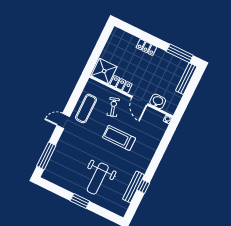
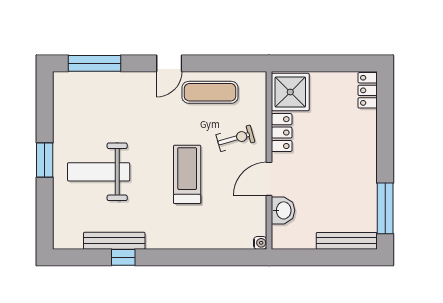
locker: (146, 47) -> (368, 90), moved
door: (63, 121) -> (169, 63), swing flipped

